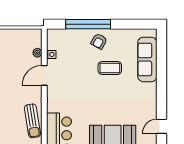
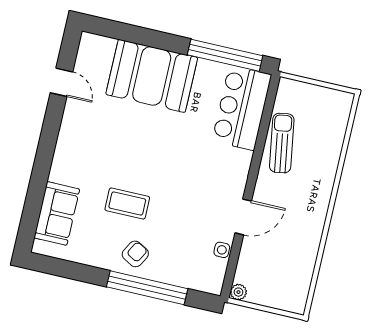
plant: (37, 53) -> (238, 292), moved
sofa: (147, 59) -> (57, 213), width x0.73
door: (161, 126) -> (61, 82), hinge flipped

